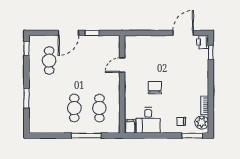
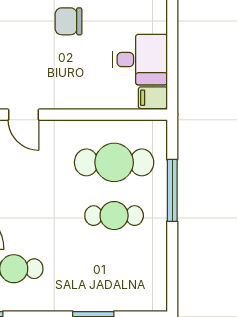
chair: (155, 88) -> (68, 21), moved
cafe table: (99, 108) -> (114, 162), width x1.37, depth x1.35

